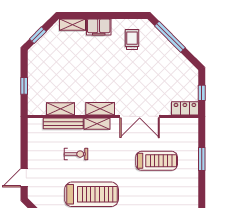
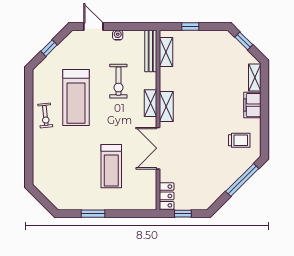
shelving: (61, 109) -> (166, 52), moved
bench: (63, 123) -> (151, 51), moved
exercise bike: (76, 154) -> (118, 81), width x1.38, depth x1.39
water cooler: (32, 155) -> (118, 35), added
window: (202, 159) -> (93, 214), moved

